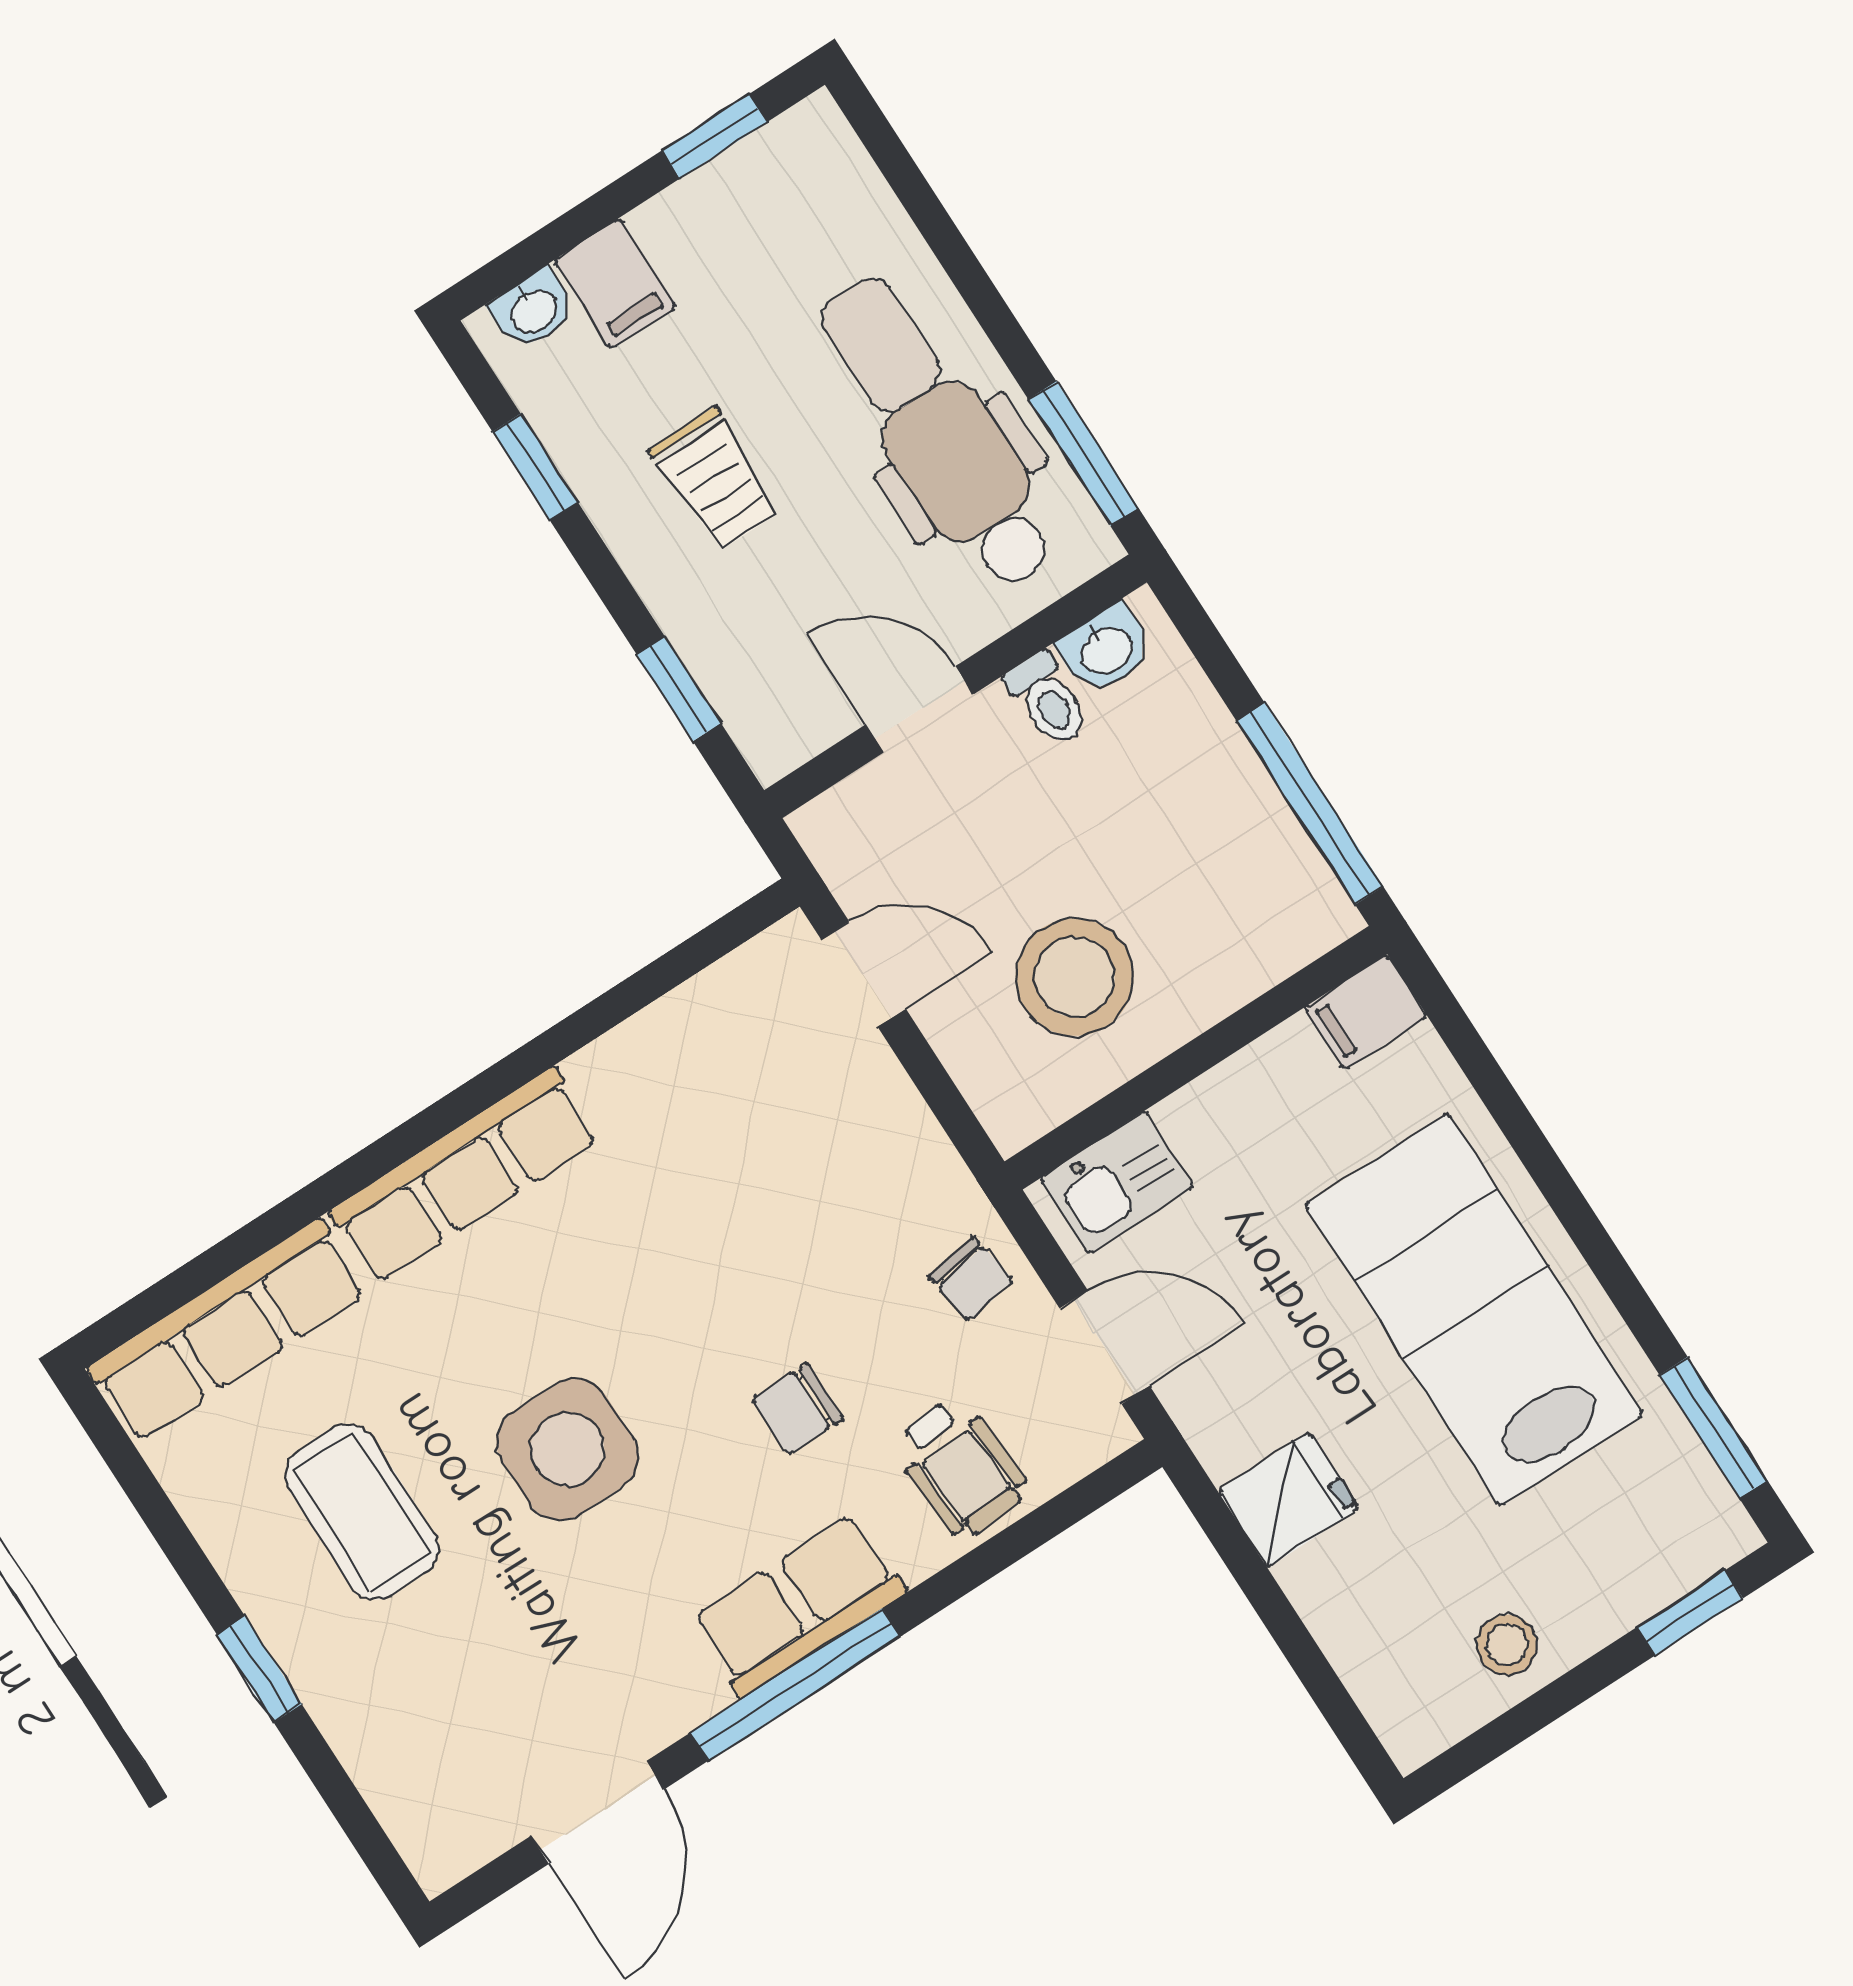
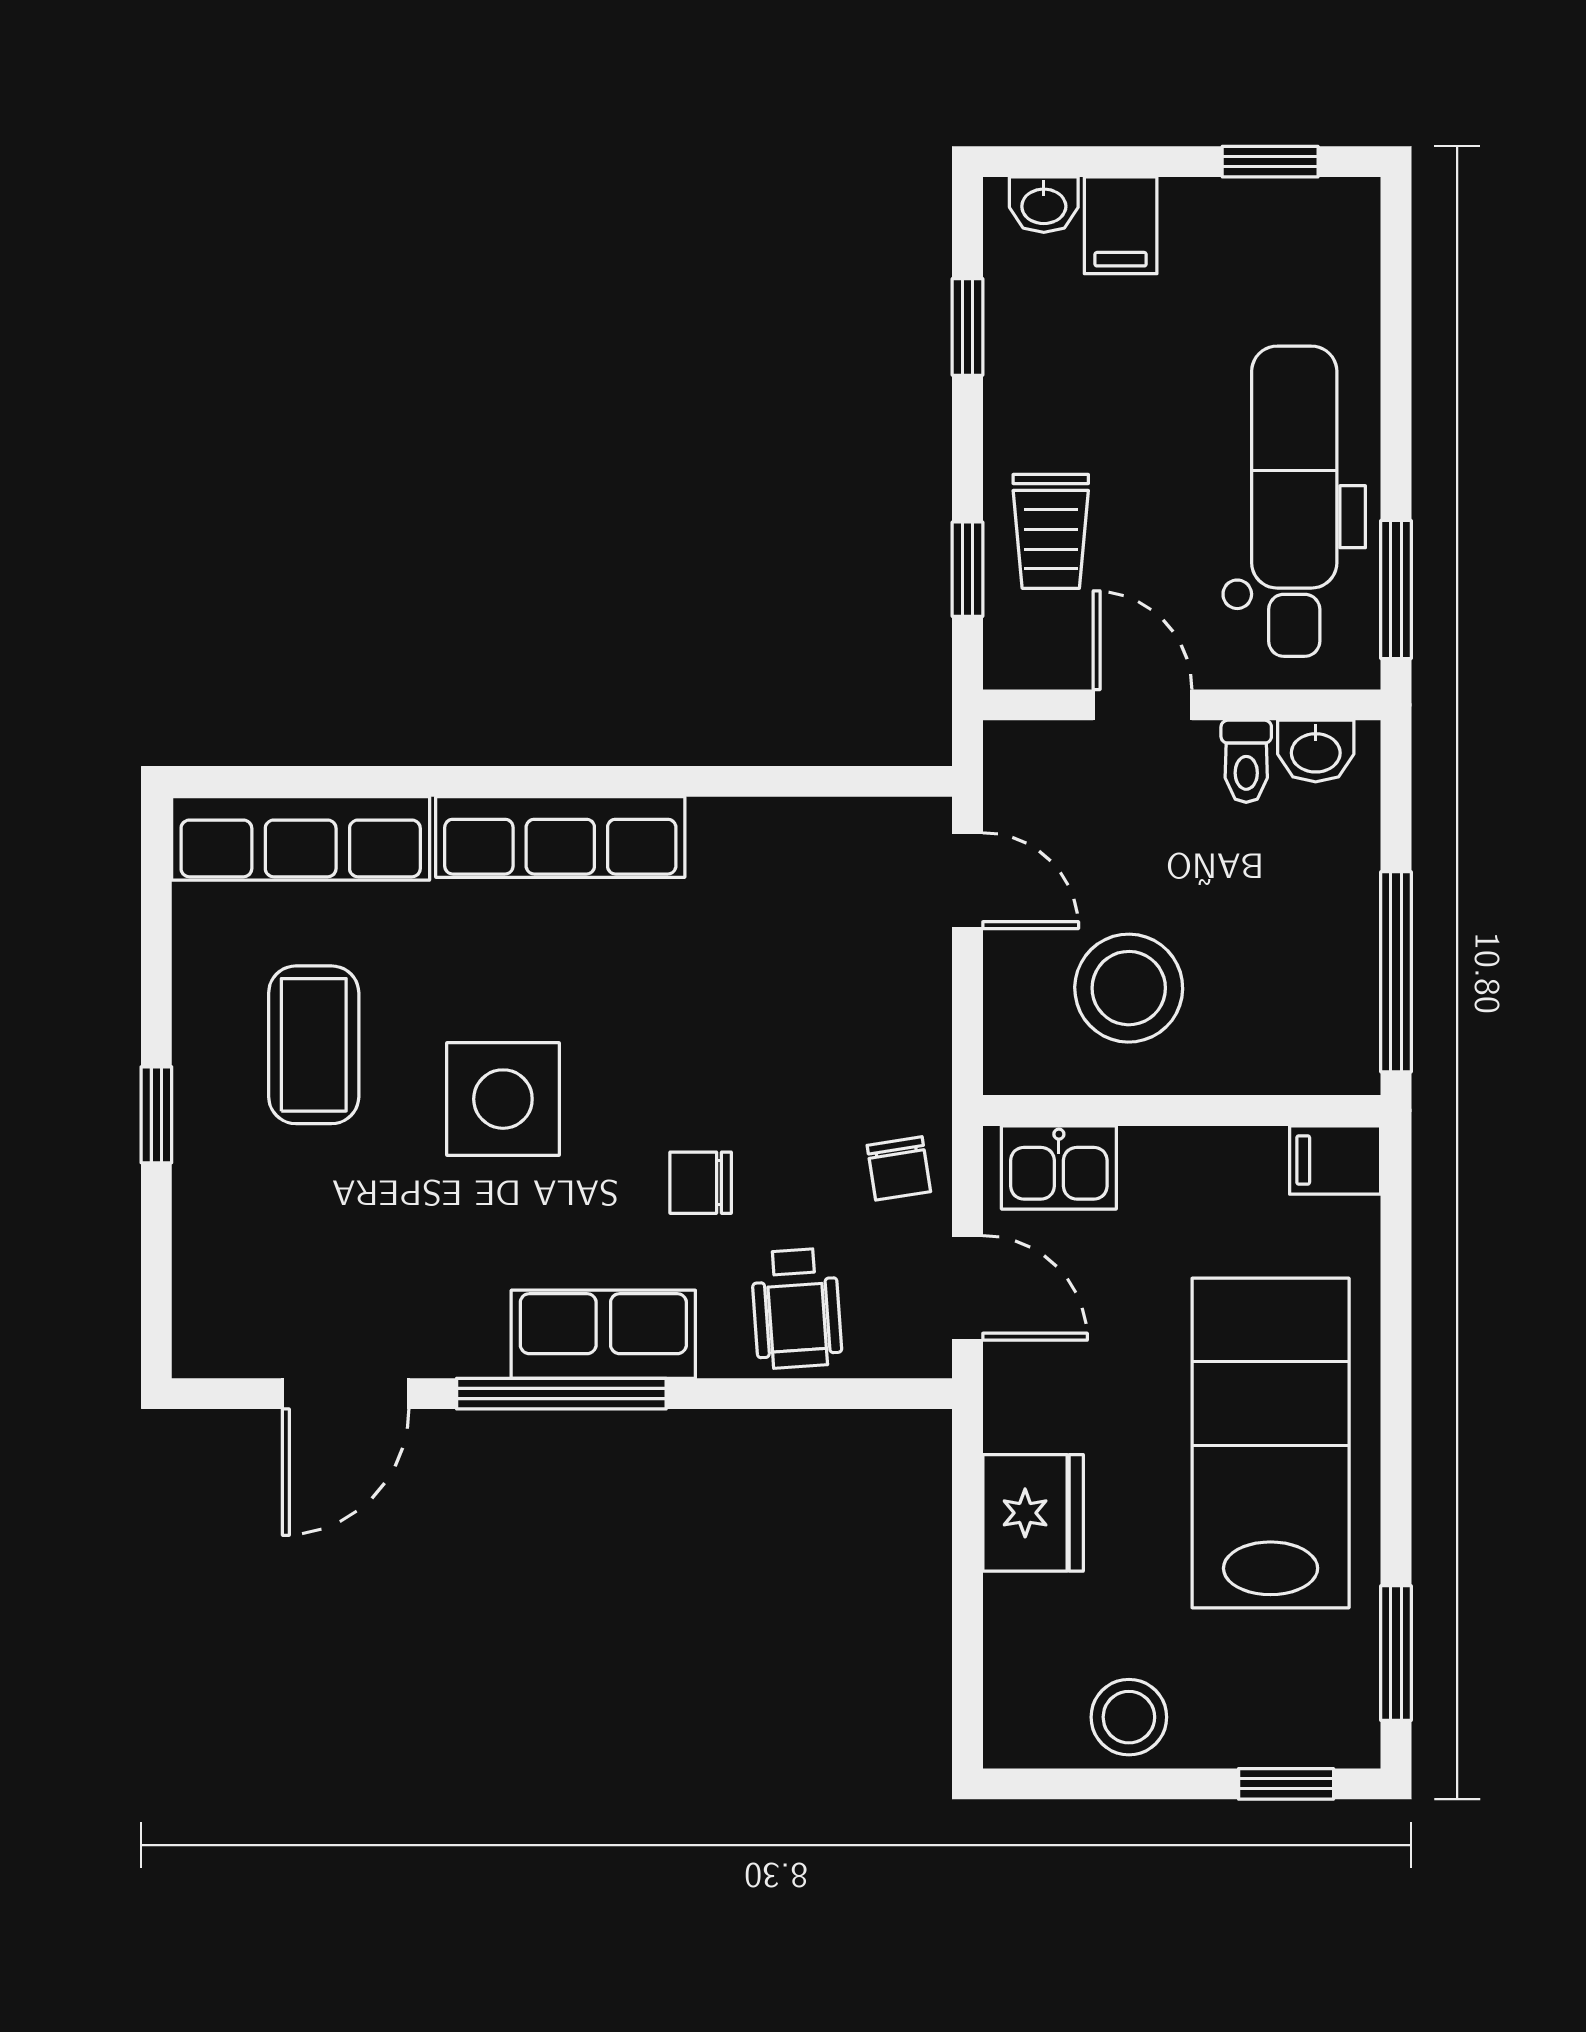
trolley: (715, 480) -> (1051, 531), moved
fridge: (1288, 1500) -> (1033, 1513), width x1.38
stool: (1507, 1645) -> (1129, 1717), width x1.37, depth x1.37

